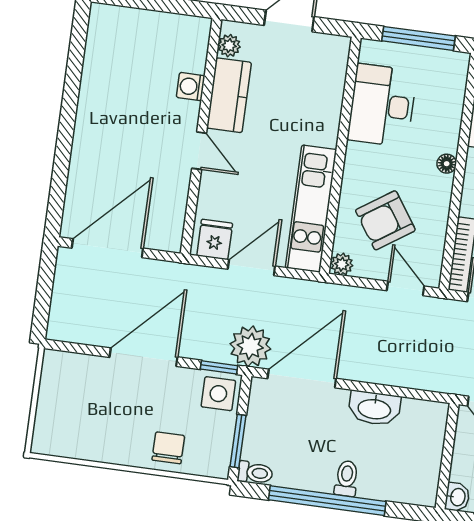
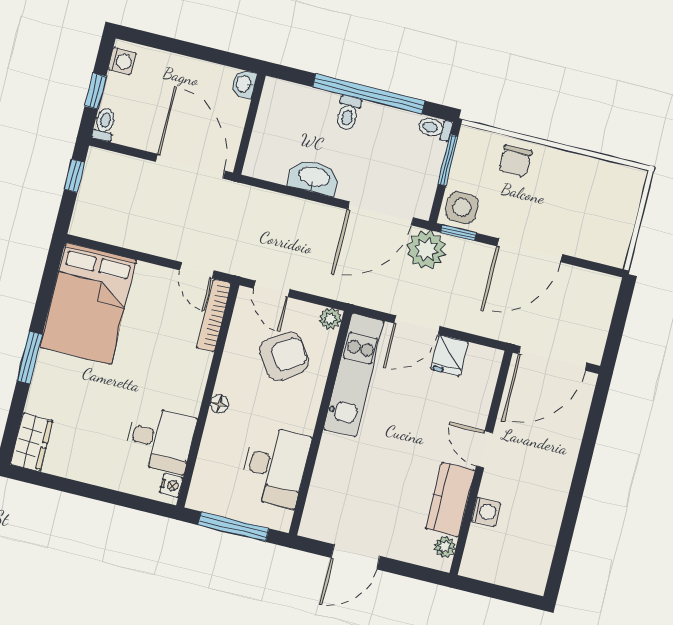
plant: (229, 46) -> (445, 547), moved
washing machine: (191, 87) -> (486, 512), moved
kitchen counter: (229, 95) -> (450, 499), moved
wall: (201, 136) -> (481, 463), moved
door: (199, 151) -> (484, 449), moved

